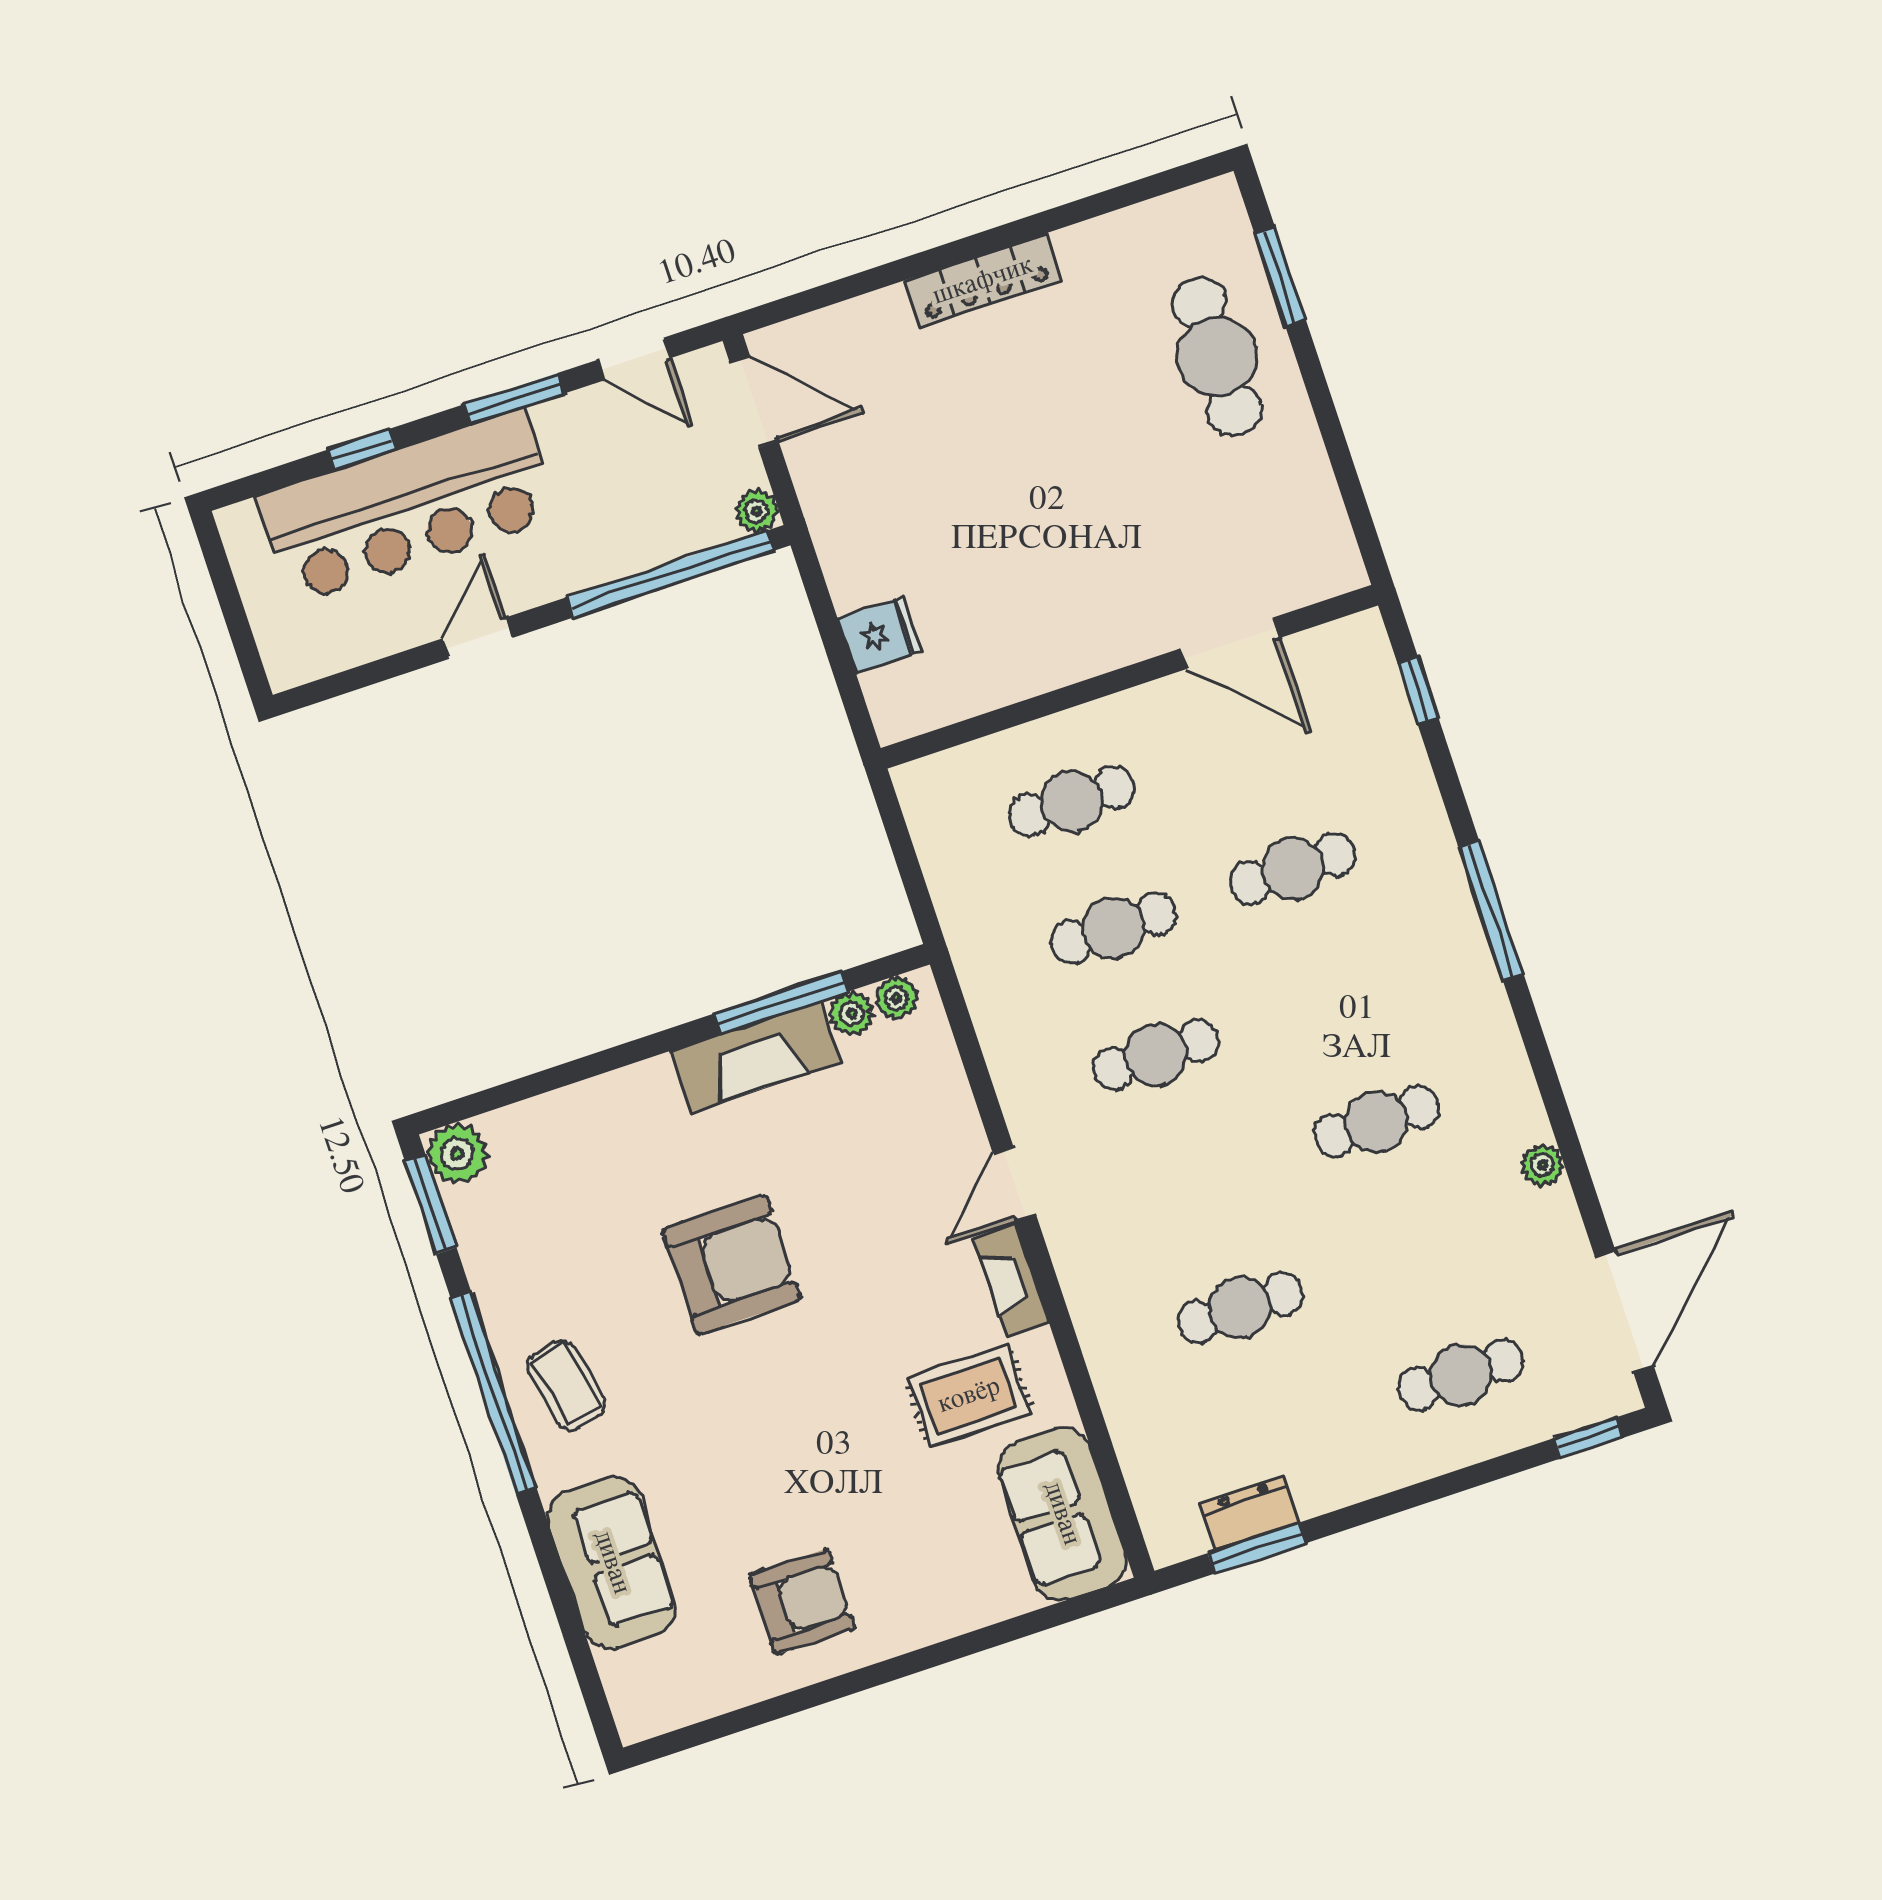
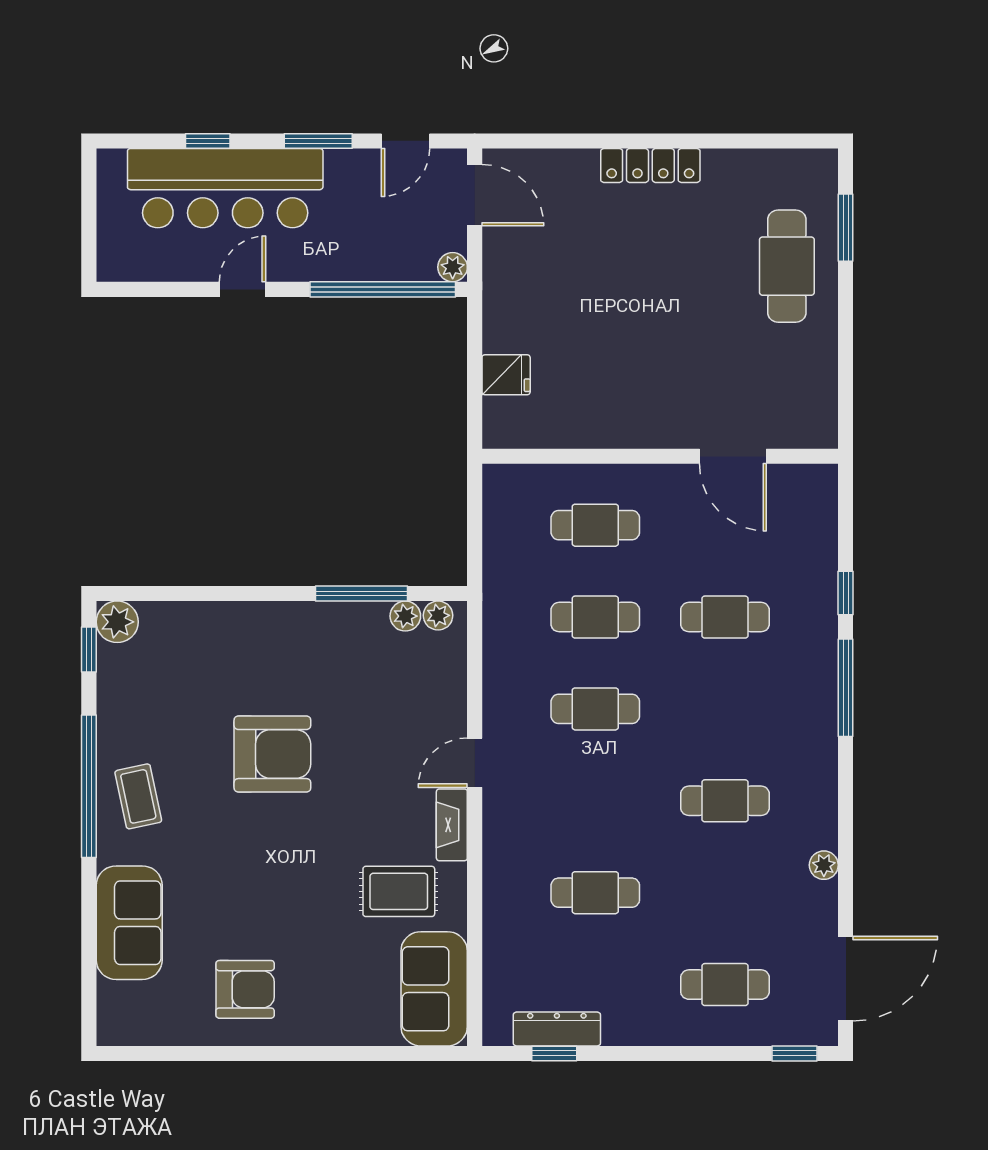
door: (634, 359) -> (405, 141), hinge flipped
window: (1418, 690) -> (846, 593), moved
fireplace: (755, 1057) -> (333, 623), removed
window: (431, 1205) -> (89, 649), width x0.67
dresser: (1250, 1513) -> (557, 1029), width x1.44
window: (1257, 1548) -> (554, 1053), width x0.67

